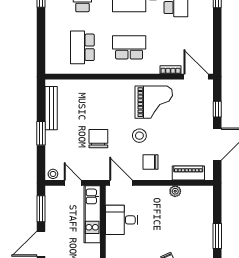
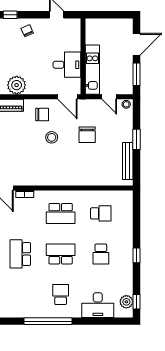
school desk: (82, 47) -> (101, 213), width x0.54
grand piano: (154, 102) -> (39, 166), removed
plant: (175, 191) -> (17, 85), width x1.88, depth x1.88

